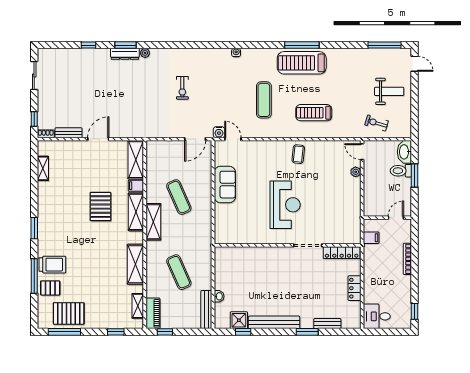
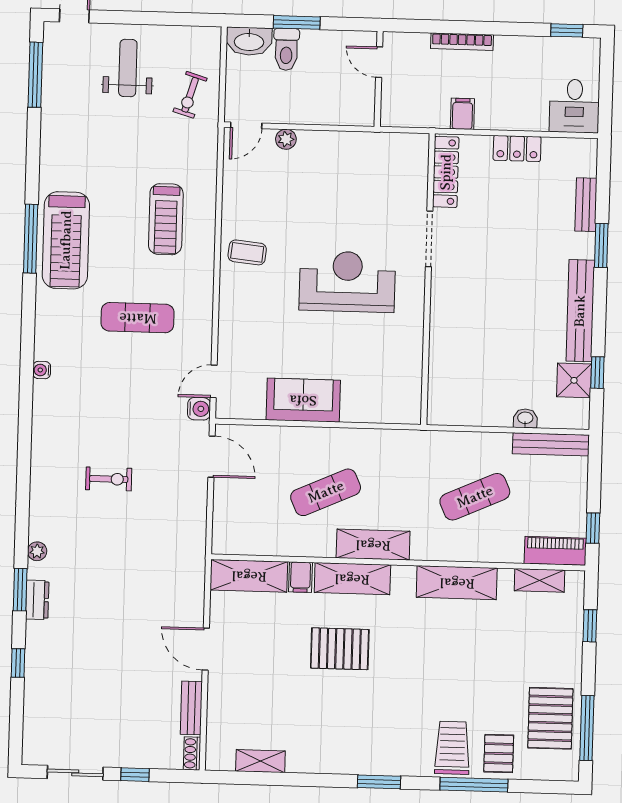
dresser: (125, 54) -> (37, 600), width x0.70
window: (34, 119) -> (135, 775), moved
filing cabinet: (371, 238) -> (462, 114), moved

